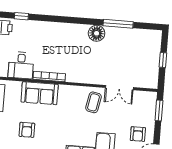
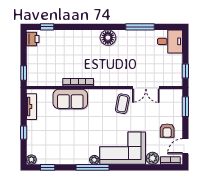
floor lamp: (97, 33) -> (108, 38), moved
window: (163, 60) -> (185, 71), moved
desk: (21, 65) -> (170, 41), moved, turned -90
armchair: (27, 130) -> (61, 135), removed

